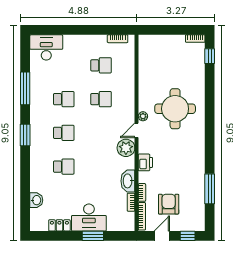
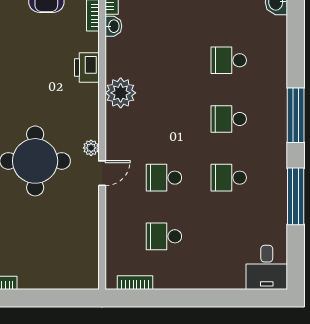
desk: (46, 47) -> (267, 267), width x0.73
door: (137, 130) -> (102, 173), moved
window: (25, 135) -> (296, 115), width x1.44
washbasin: (128, 181) -> (113, 26), width x0.52, depth x0.69

